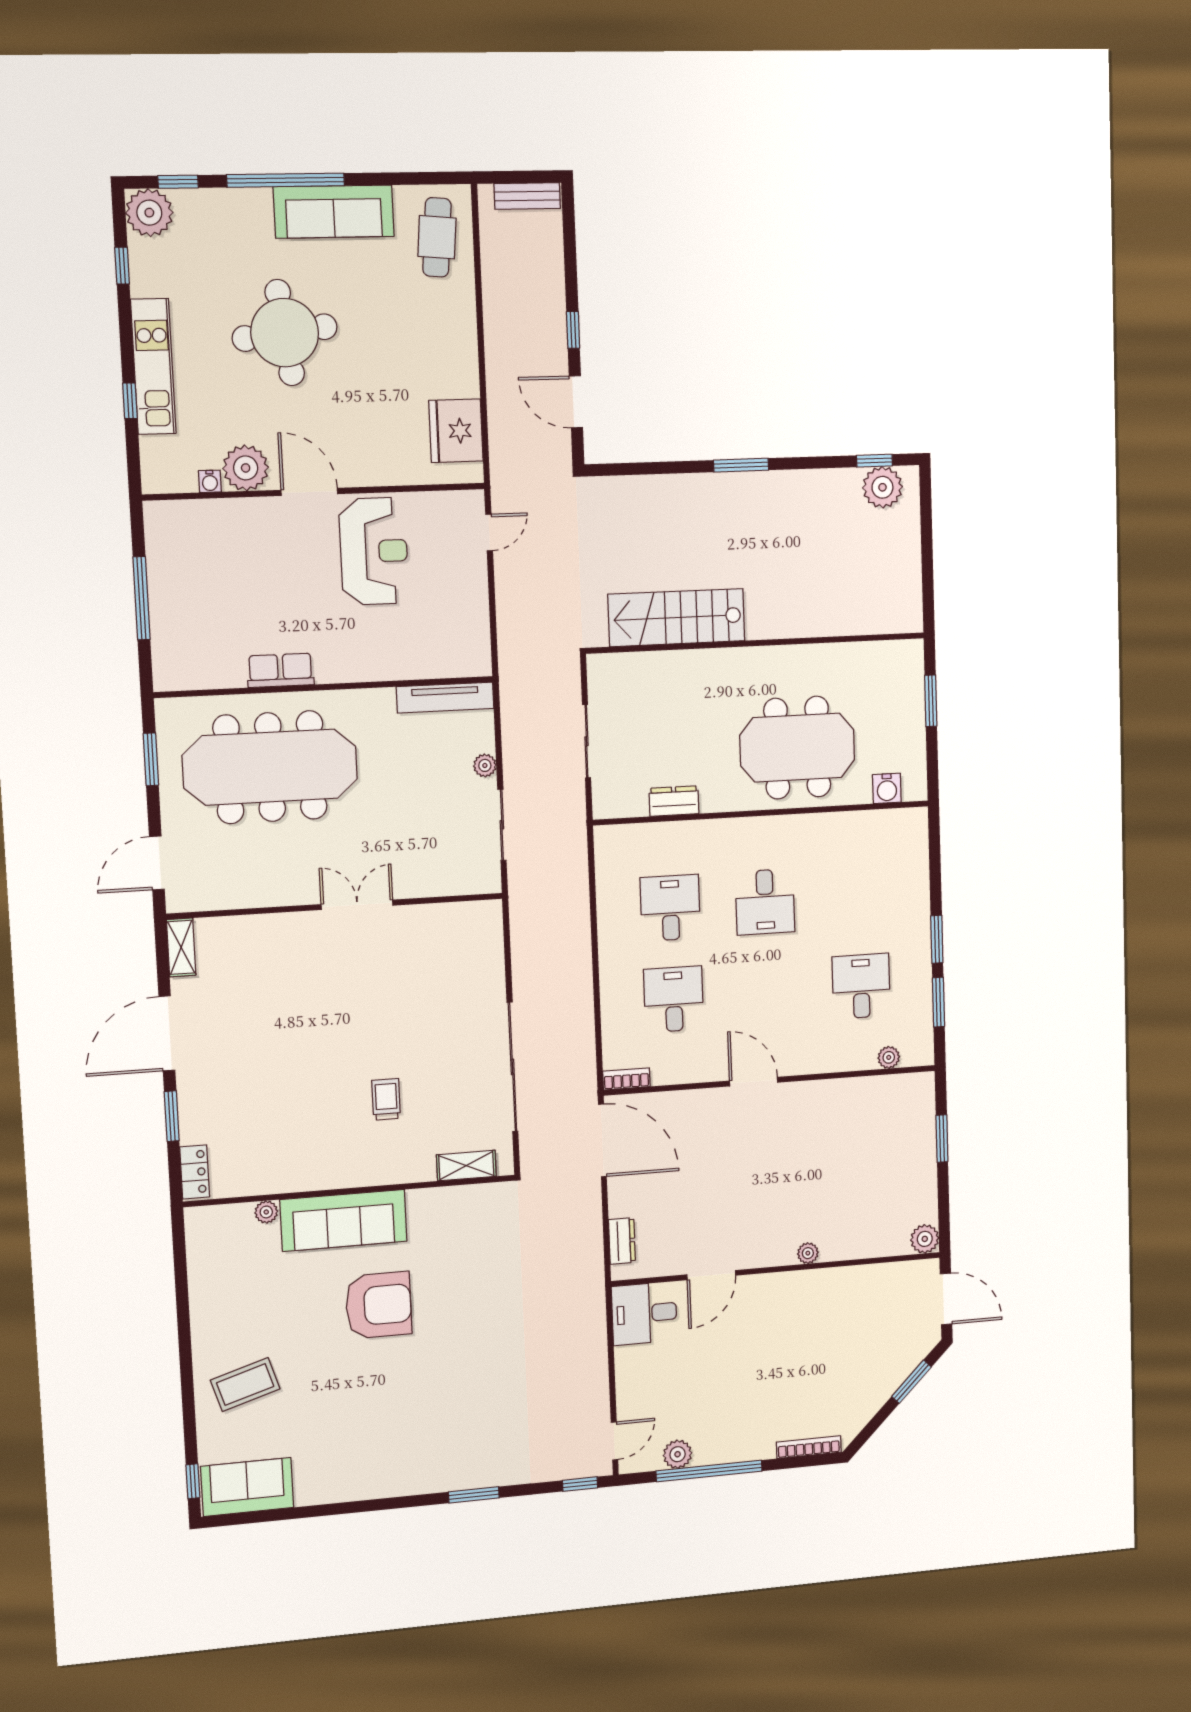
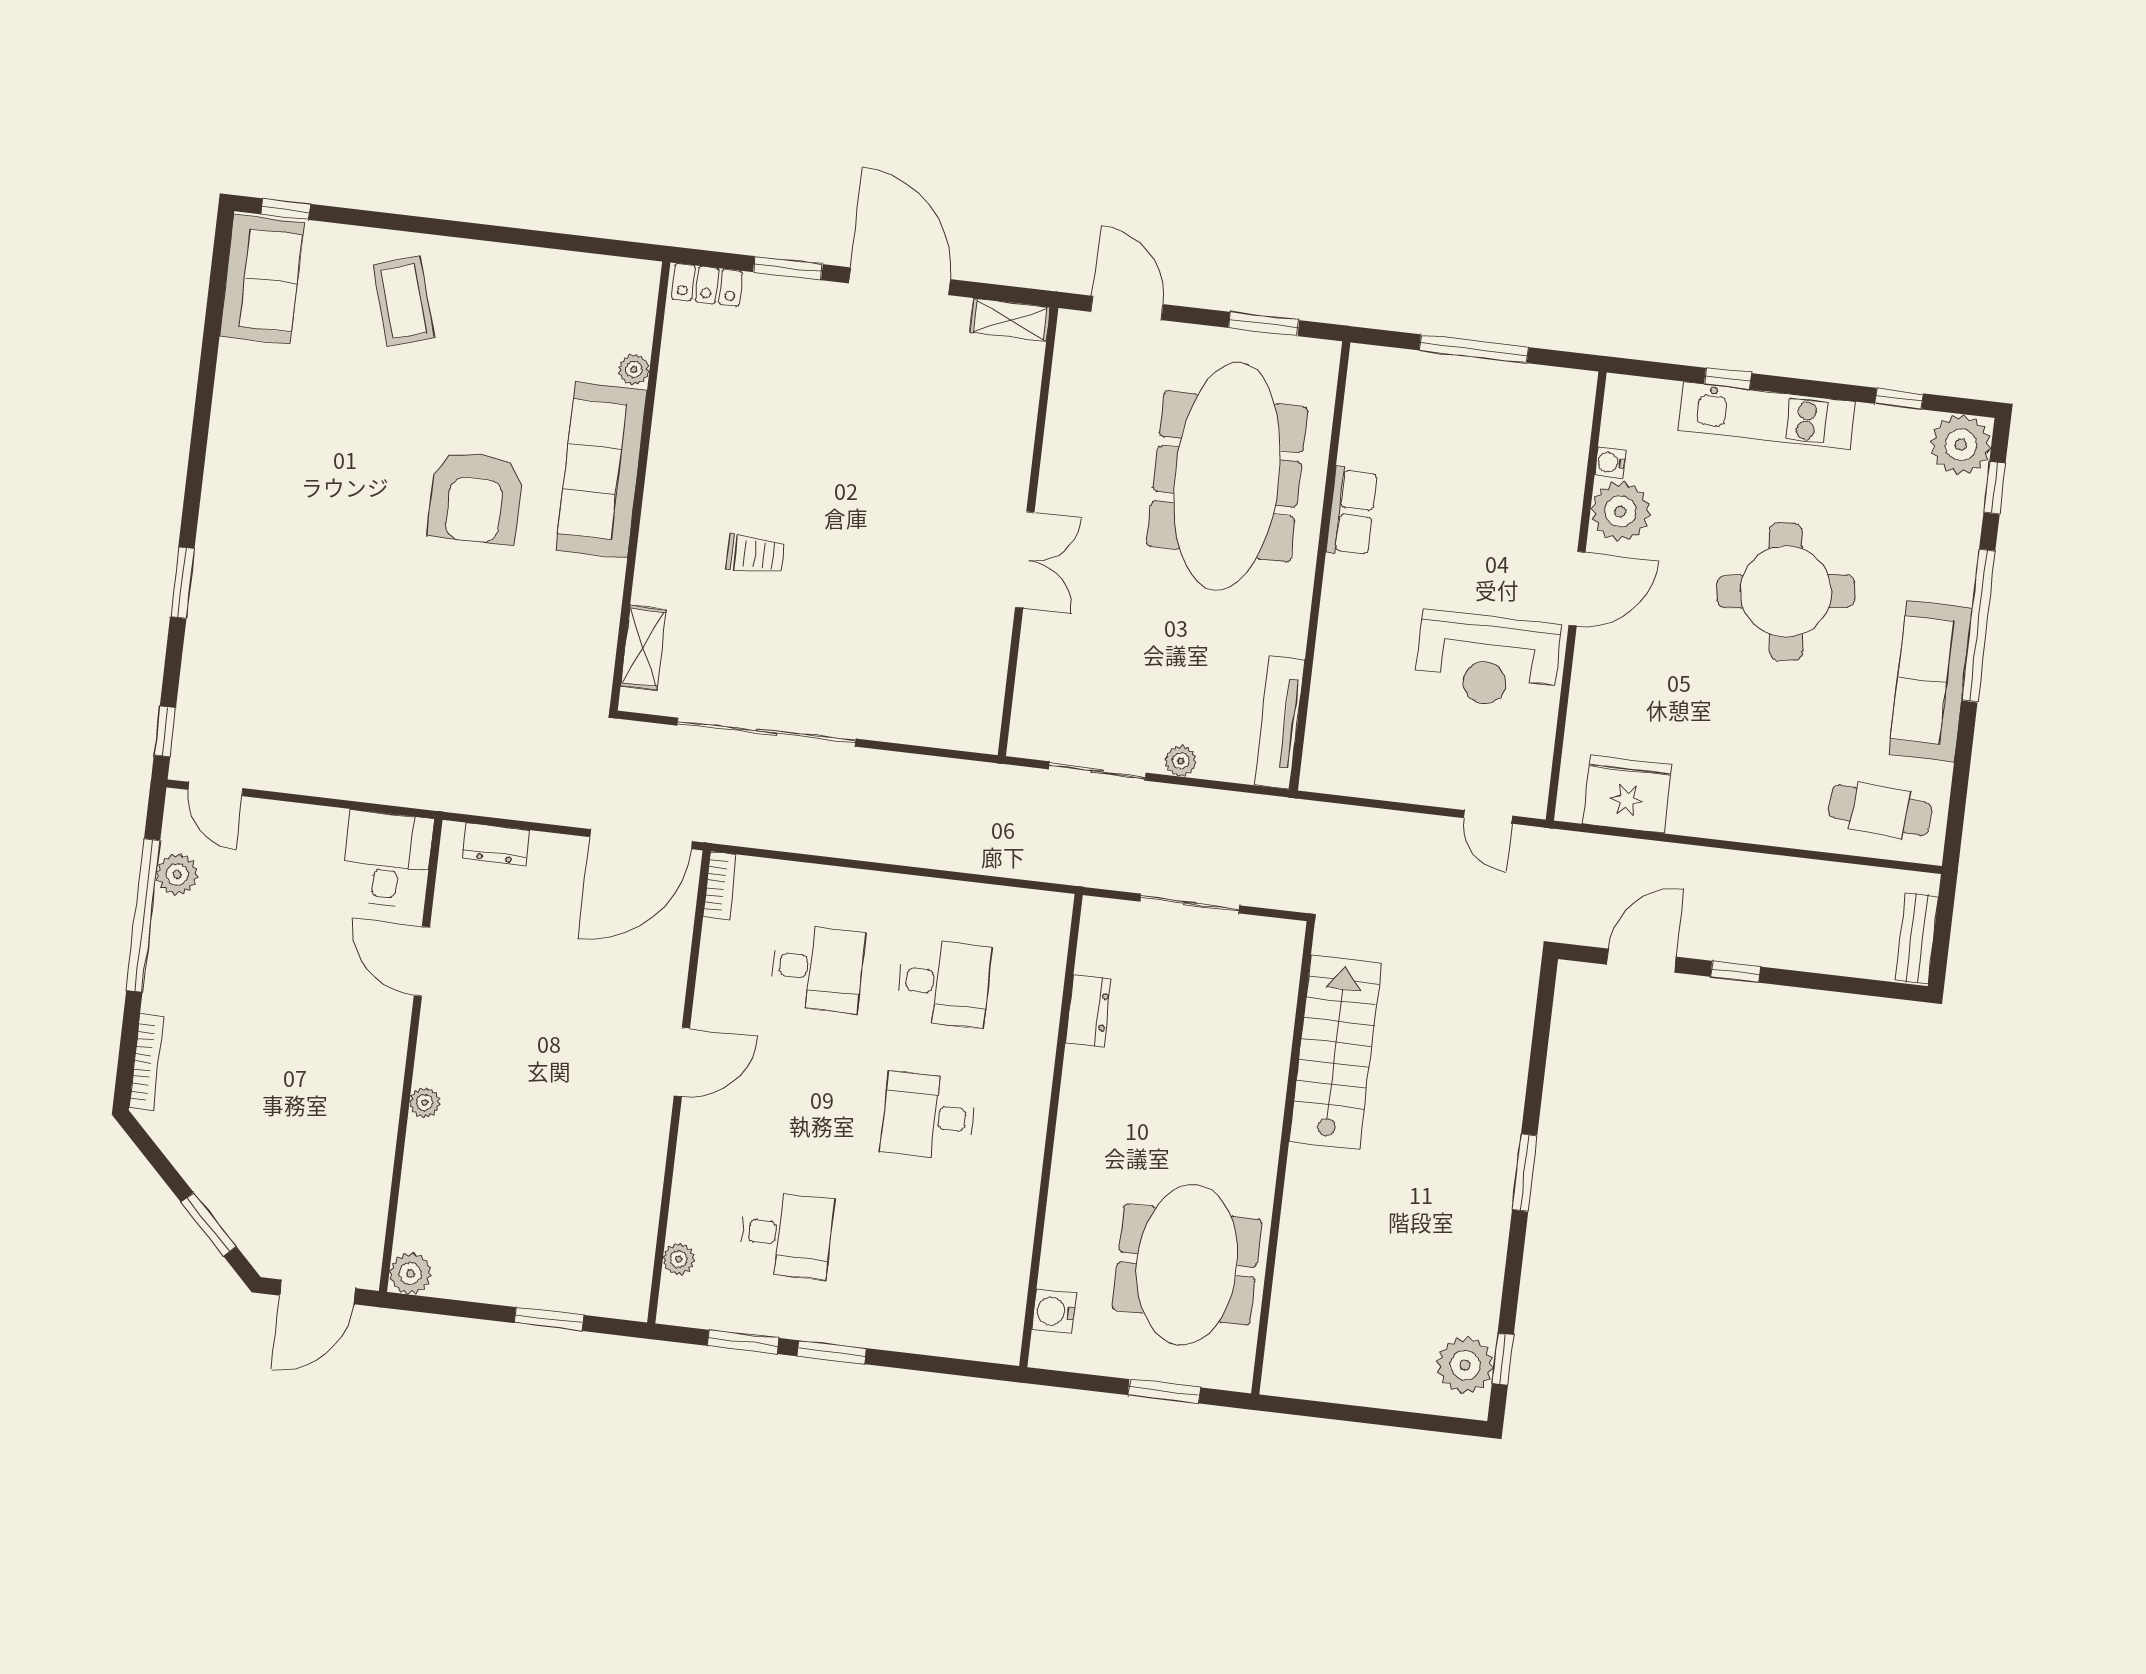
meeting table: (797, 748) -> (1187, 1265), moved

